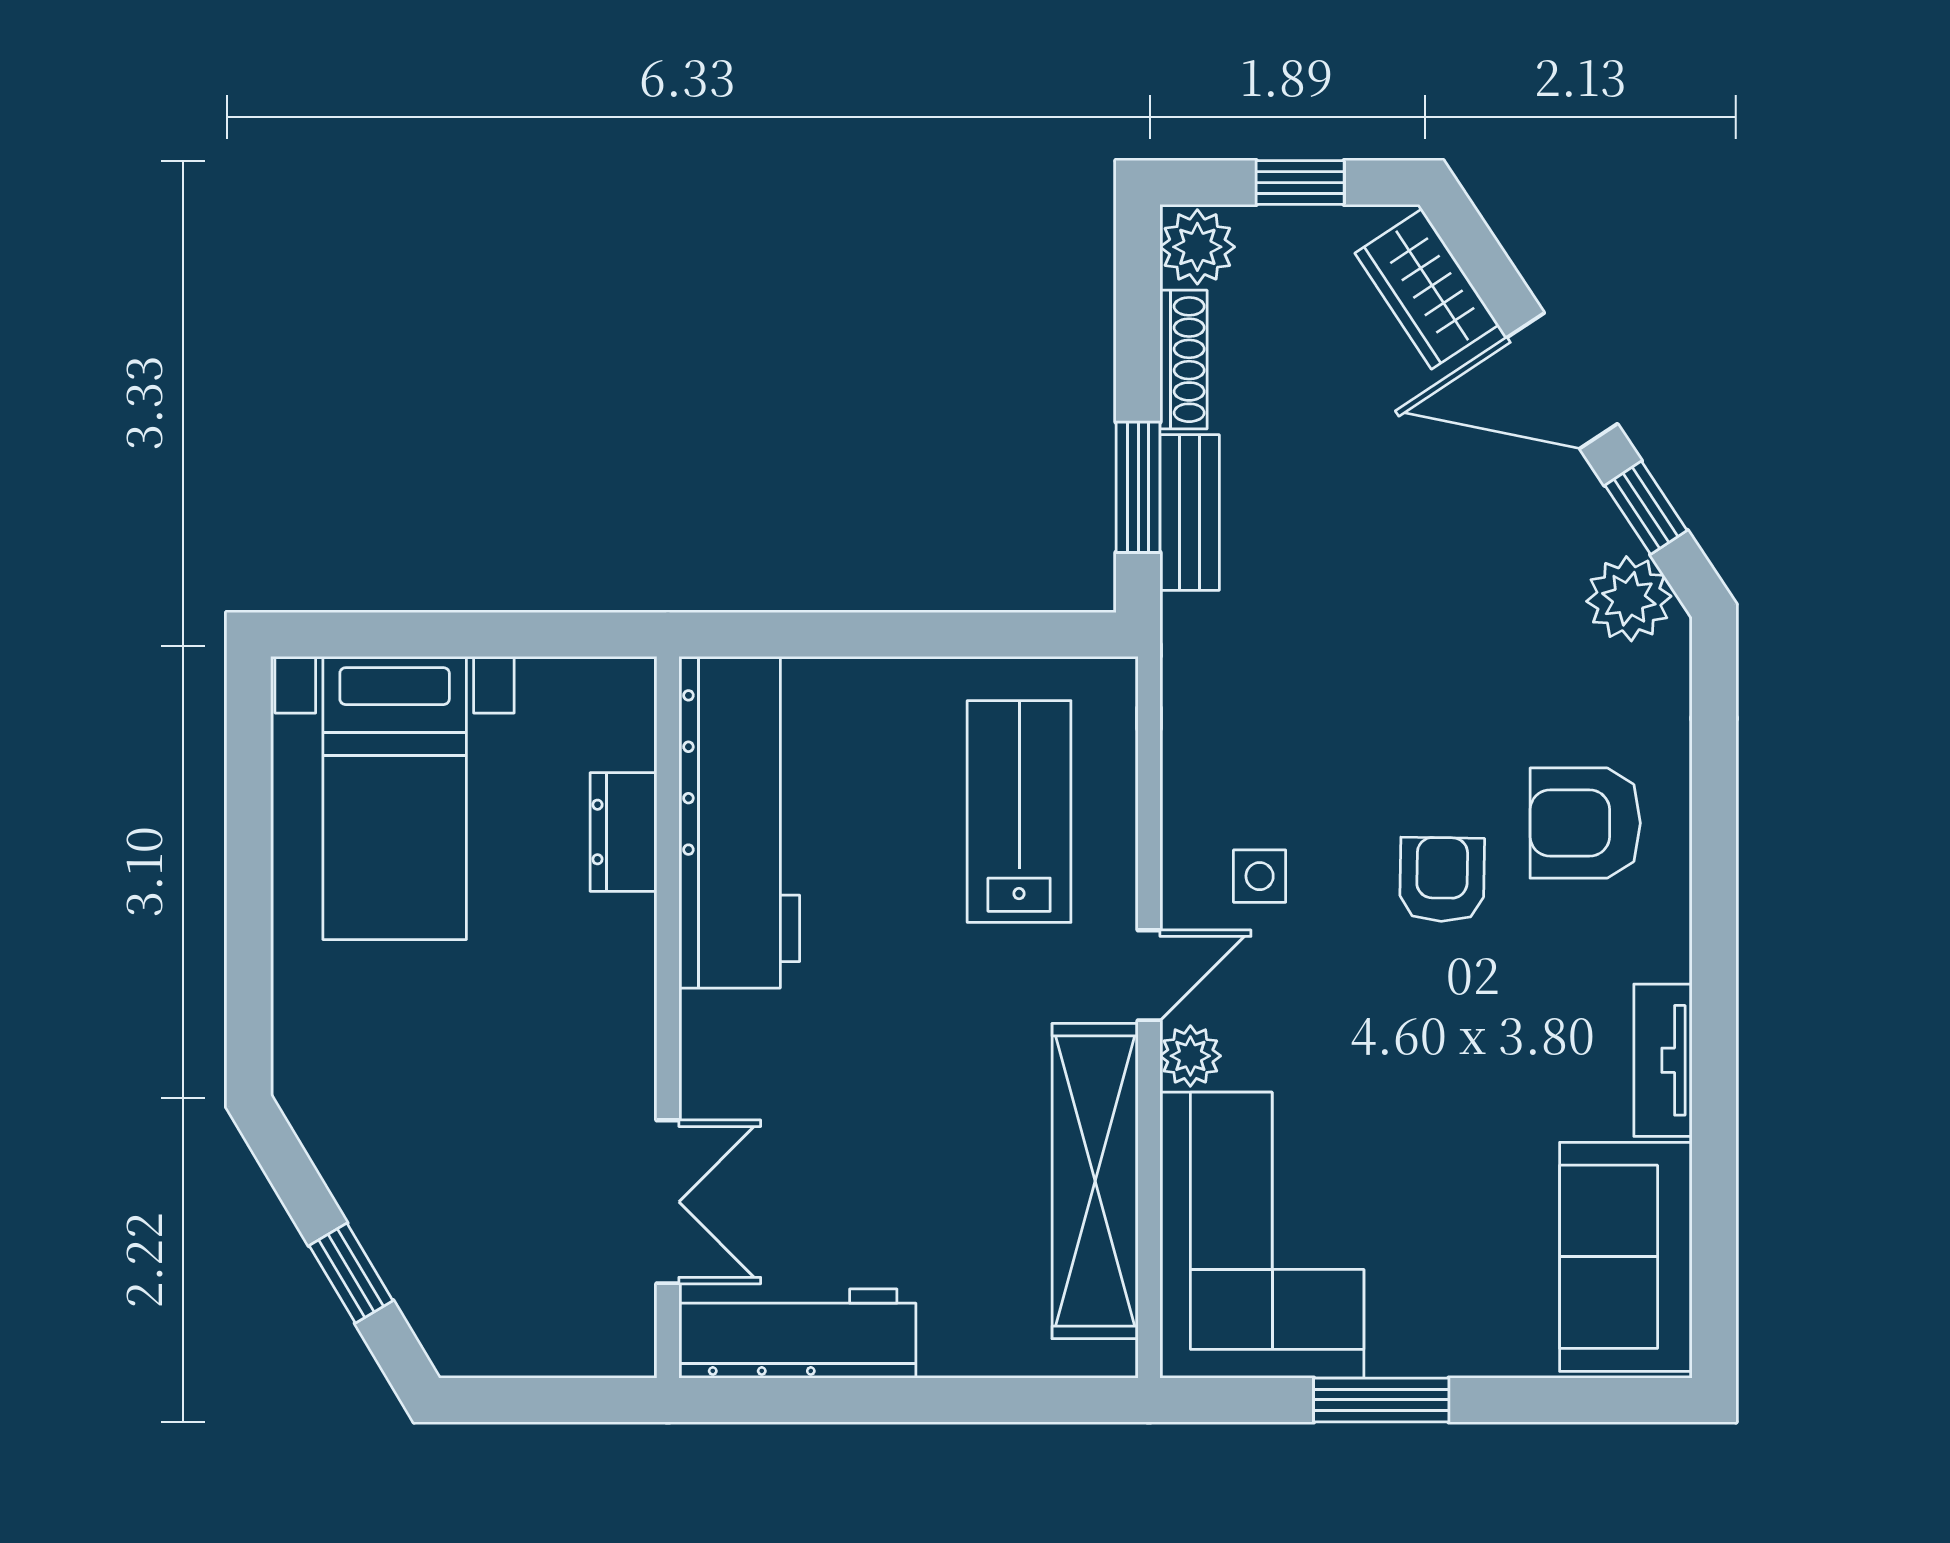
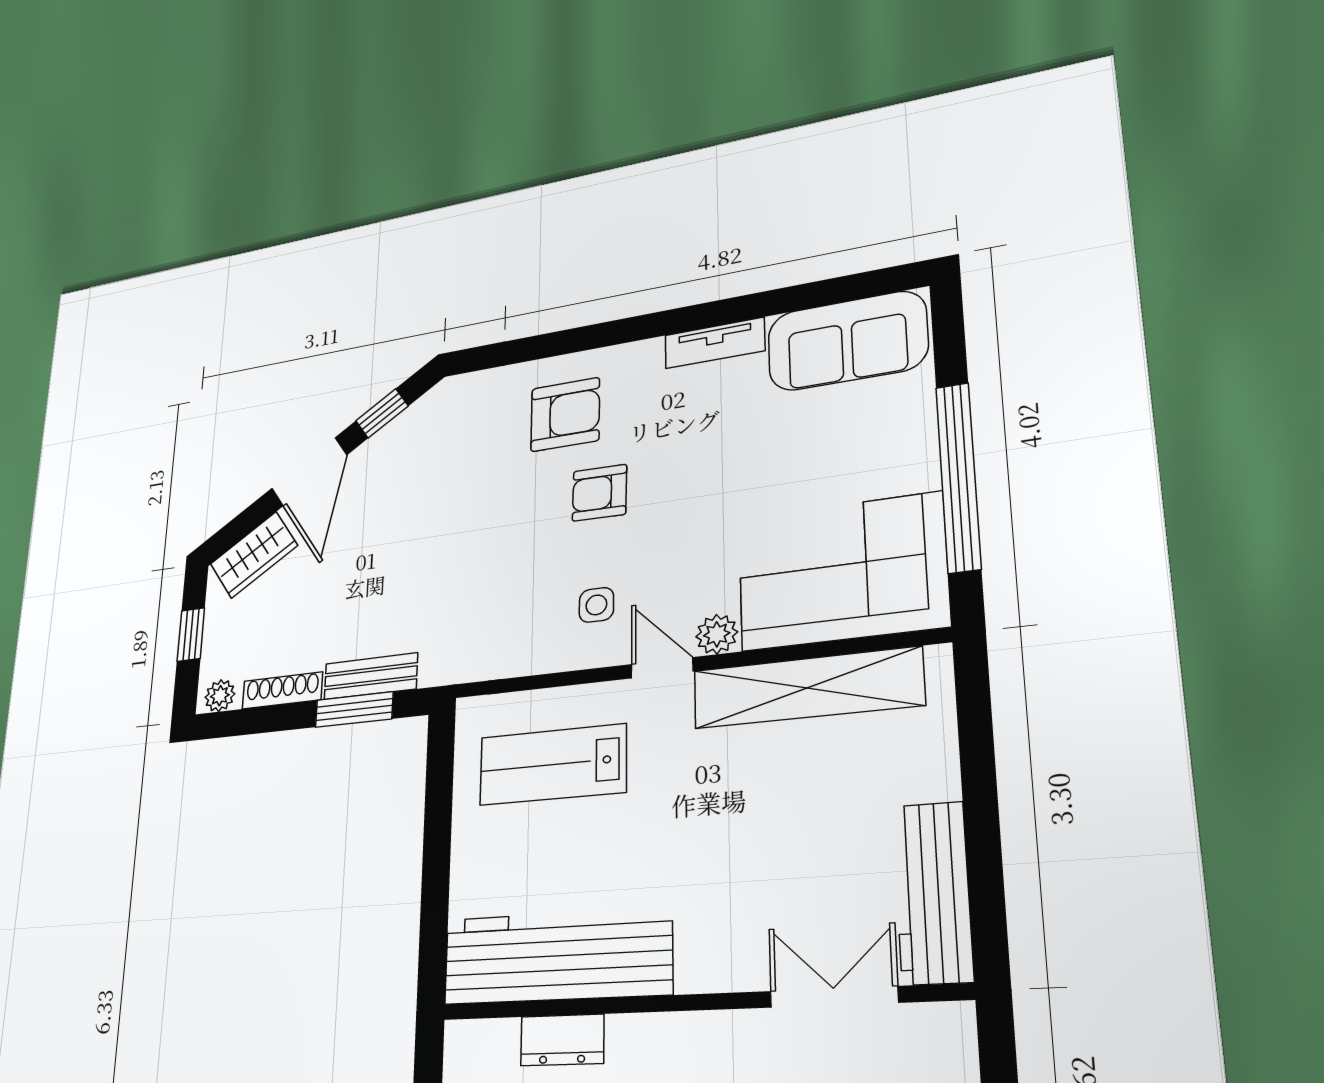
plant: (1197, 247) -> (220, 696), width x0.73, depth x0.73
plant: (1629, 599) -> (433, 413), removed
armchair: (1585, 823) -> (565, 415), turned -90
window: (1381, 1400) -> (958, 477), width x2.11

